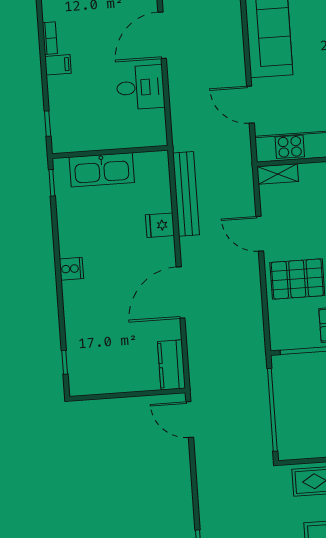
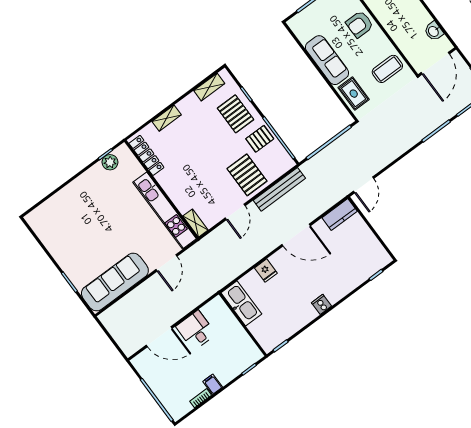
kitchen sink: (102, 170) -> (241, 303), moved
bench: (186, 194) -> (279, 189), moved

